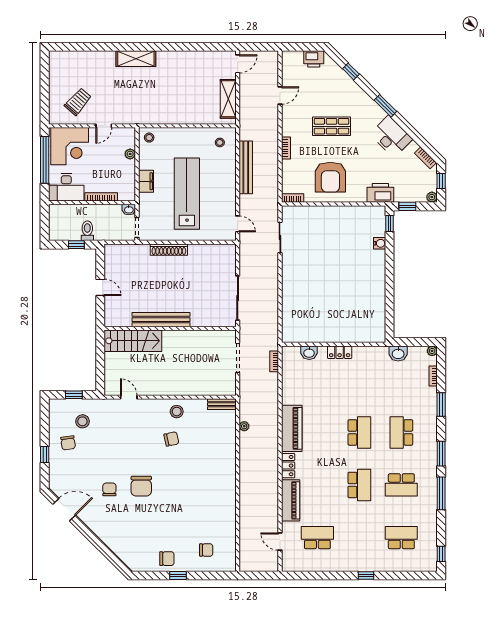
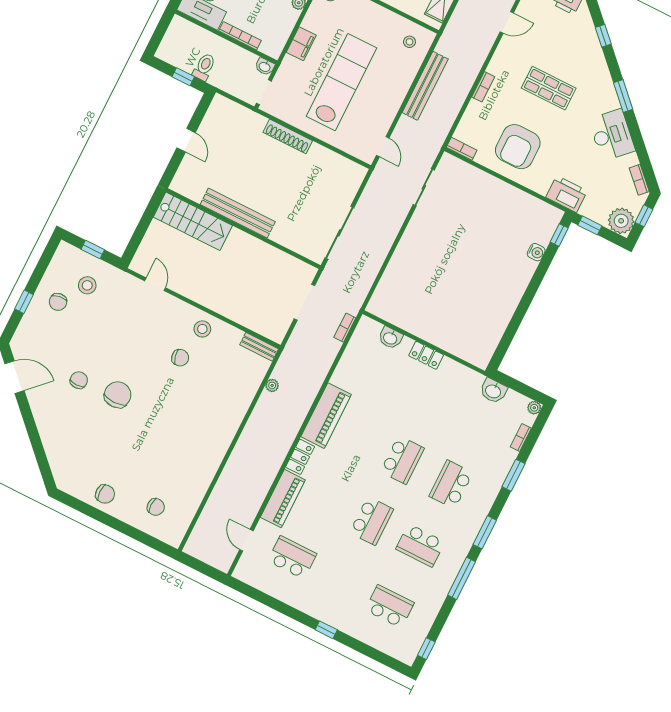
plant: (432, 197) -> (621, 221), width x1.88, depth x1.88
chair: (141, 486) -> (118, 395), turned 180
window: (178, 576) -> (108, 520), removed

